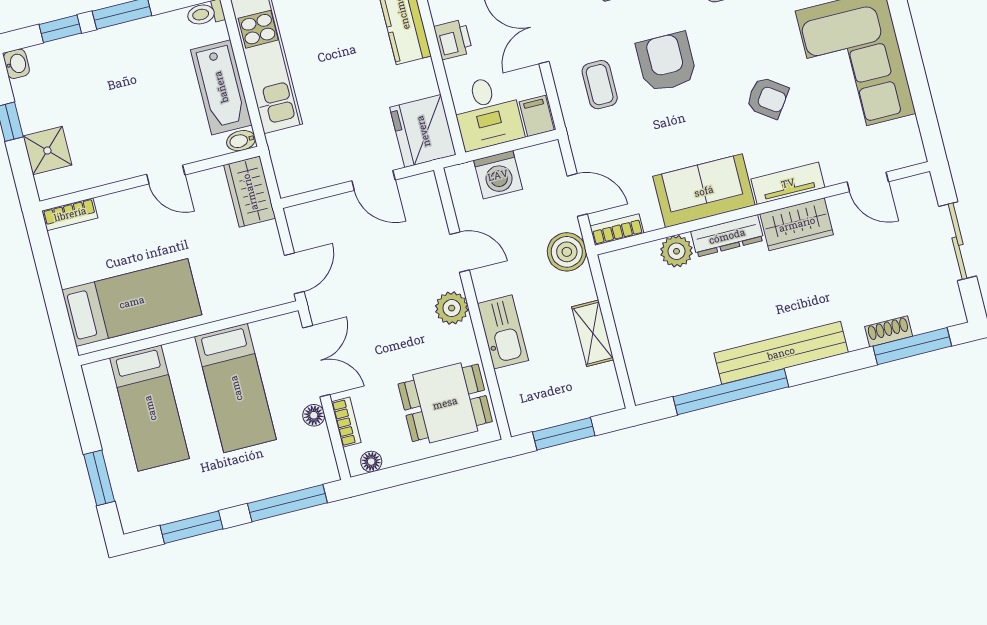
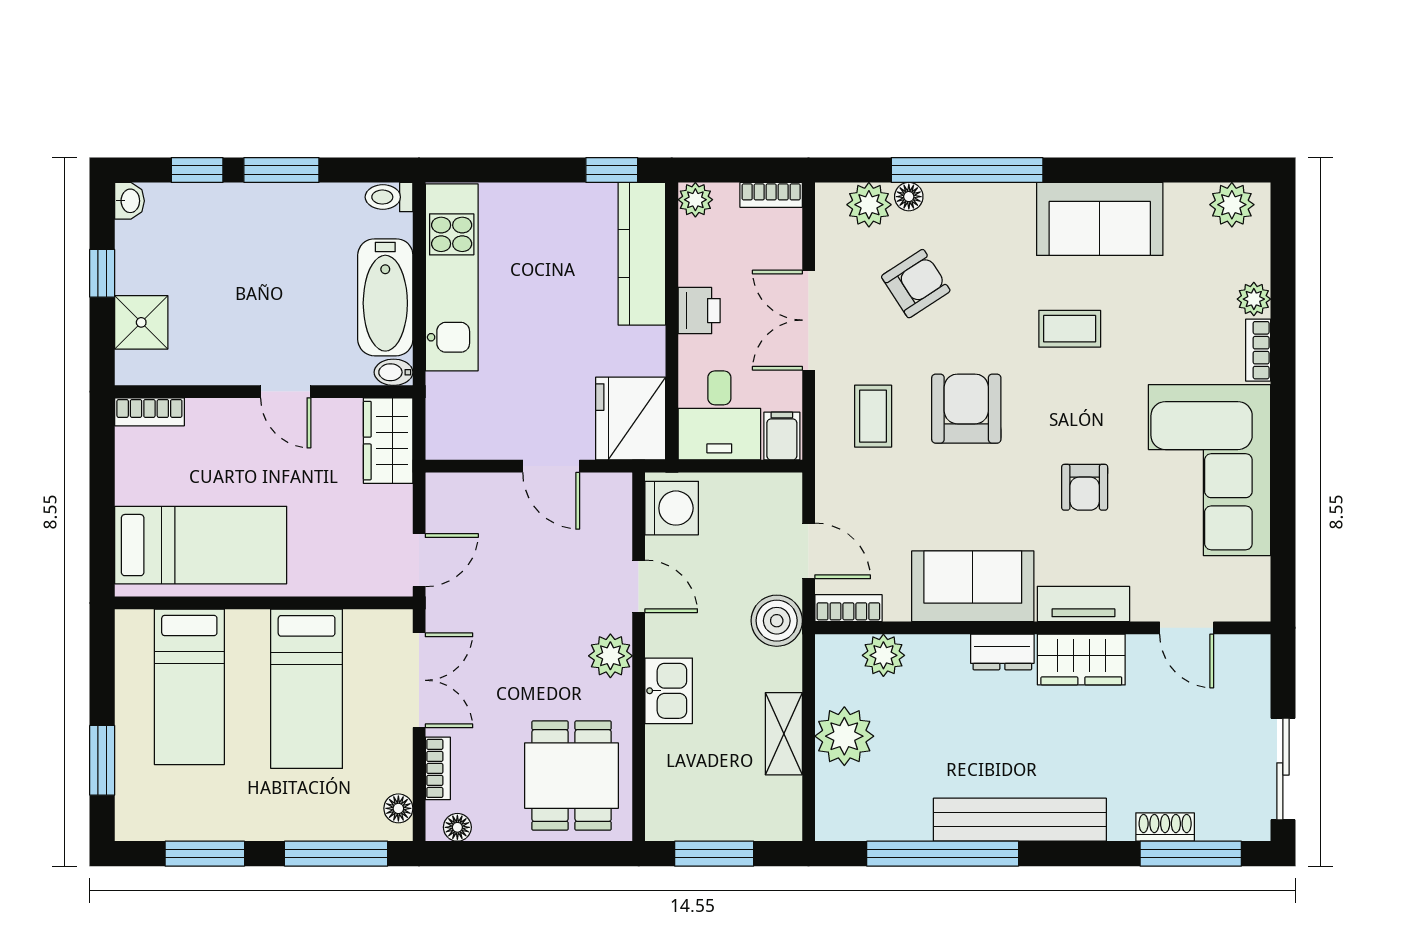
armchair: (767, 98) -> (1085, 487), turned 55
washing machine: (498, 175) -> (672, 508), moved, turned -90
dresser: (727, 236) -> (1002, 652), width x0.70
sliding door: (958, 241) -> (1283, 769), moved
plant: (676, 251) -> (883, 655), moved
plant: (637, 324) -> (844, 736), added
kitchen sink: (503, 332) -> (669, 691), width x0.73
dining table: (445, 403) -> (572, 776), turned 90
floor lamp: (314, 415) -> (398, 808), moved

